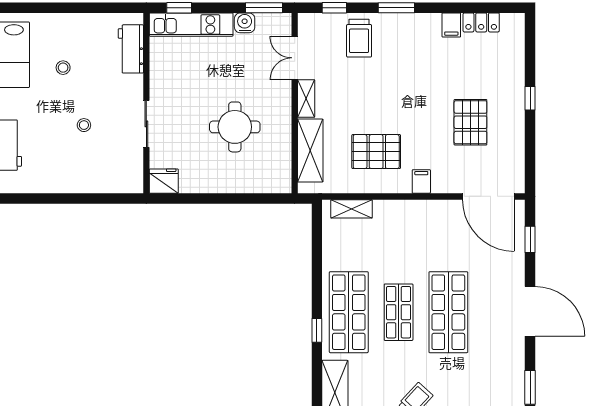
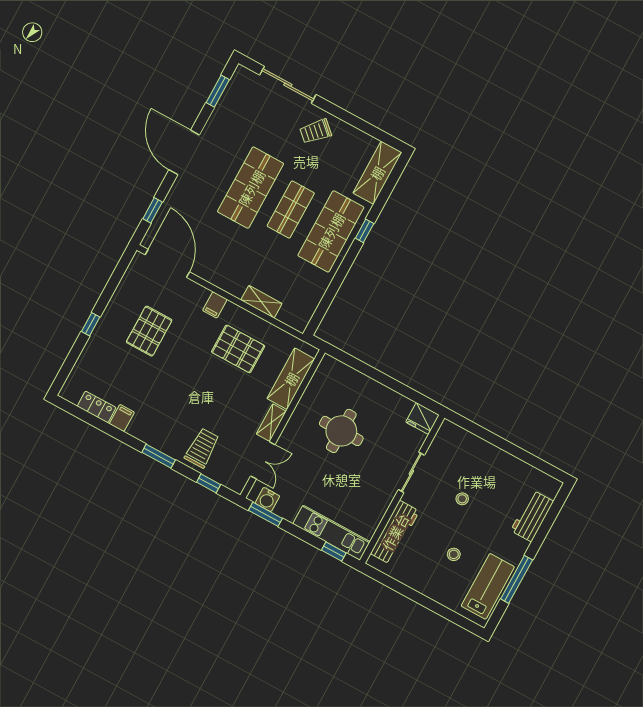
water cooler: (245, 23) -> (267, 500), moved
workbench: (131, 49) -> (395, 532), width x1.38
shelving: (352, 209) -> (261, 302), moved

